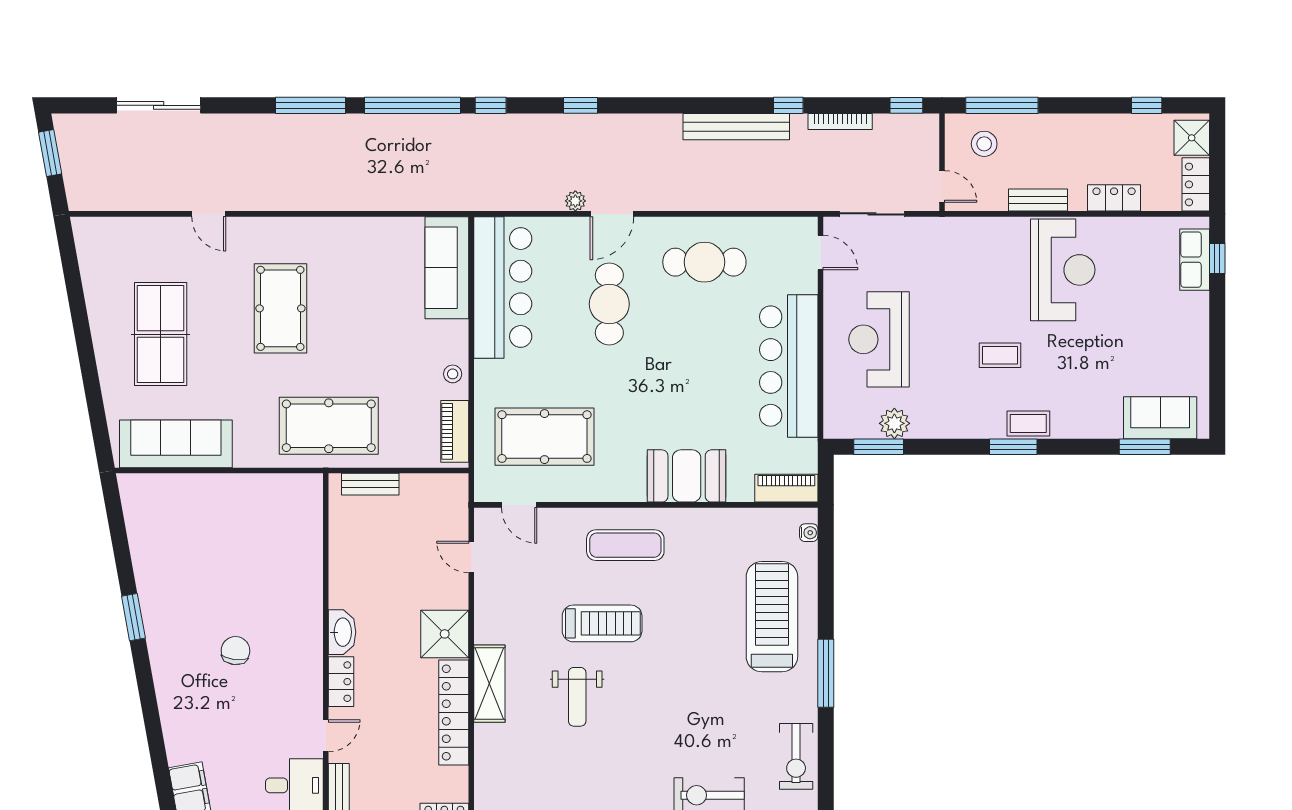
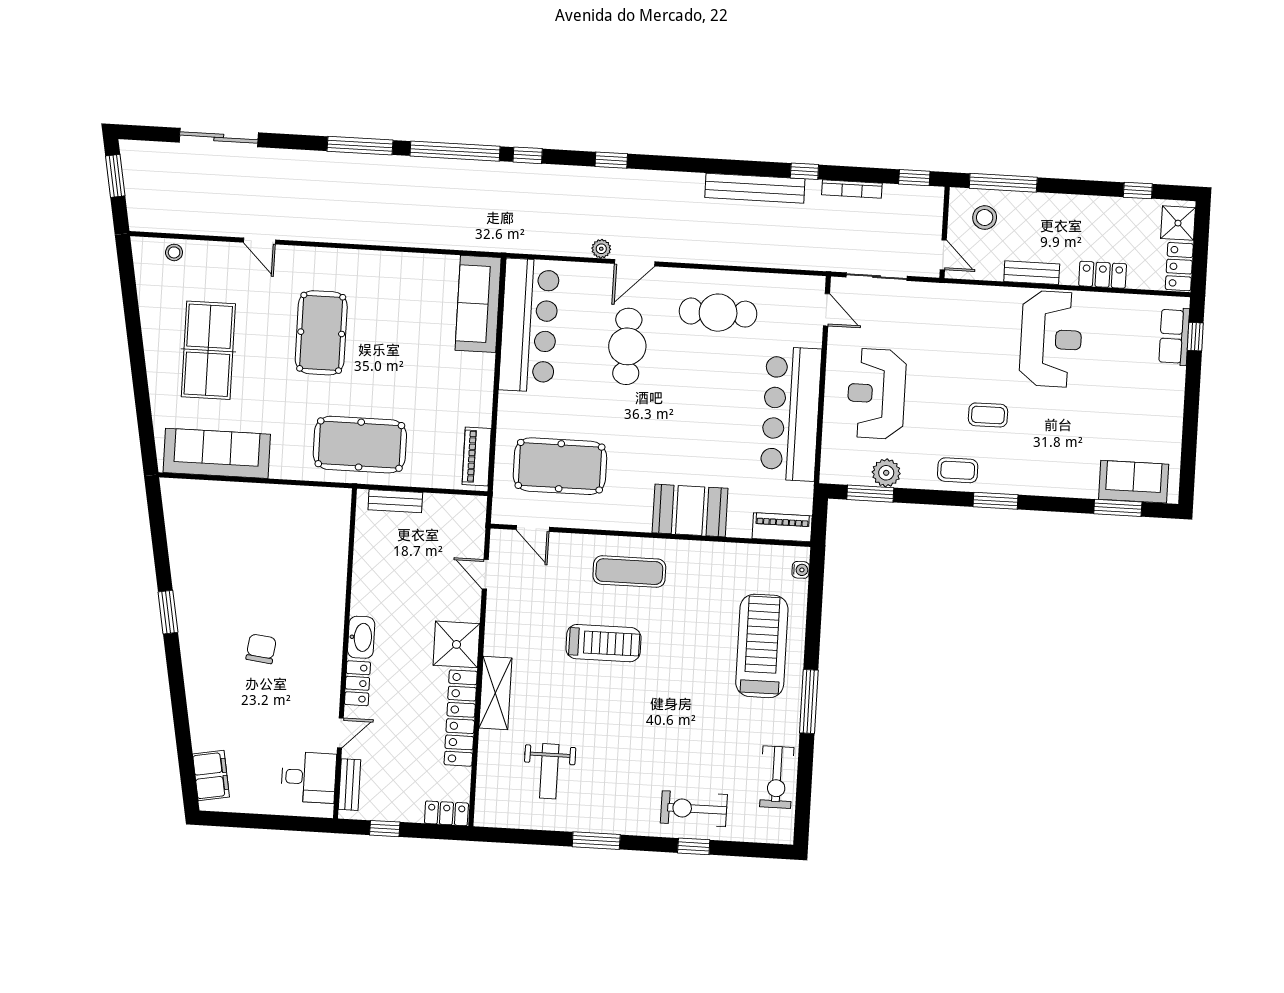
stool: (453, 374) -> (174, 252), moved
coffee table: (1028, 423) -> (958, 470), moved
weight bench: (577, 697) -> (549, 771), moved

